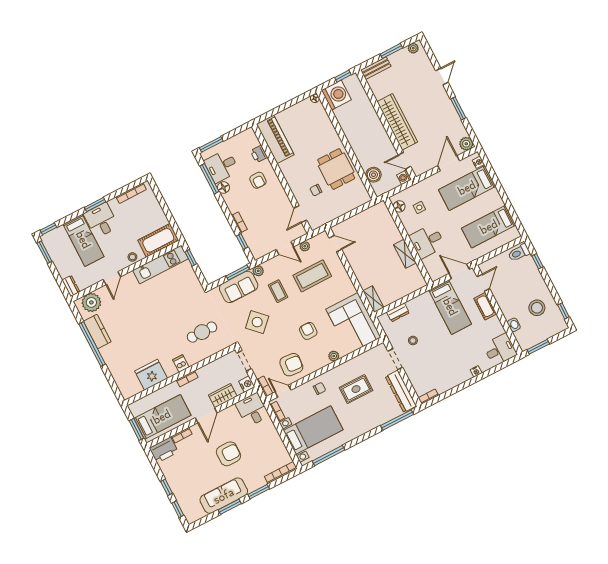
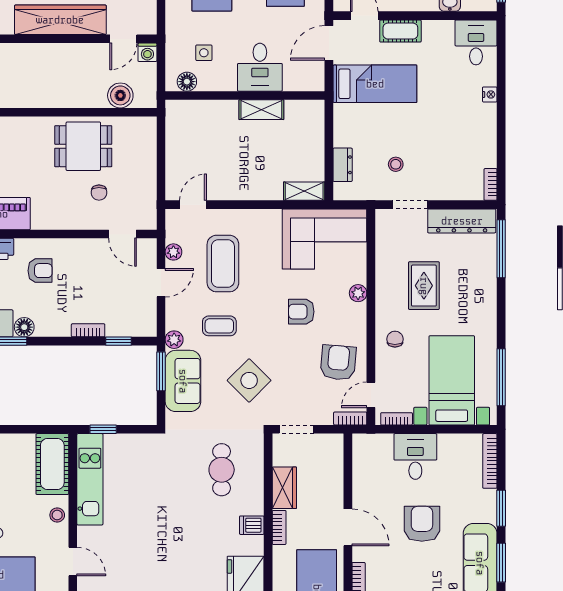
nightstand: (247, 384) -> (333, 443), removed
wardrobe: (223, 396) -> (284, 488), moved, turned 180
desk: (252, 410) -> (415, 456), moved, turned 90

